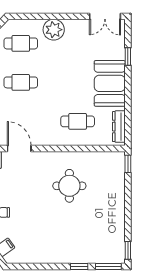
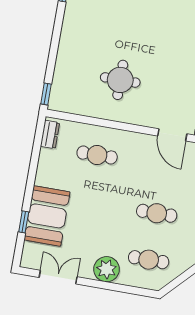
double door: (105, 16) -> (58, 277), moved
booth: (110, 83) -> (47, 216), moved
dresser: (119, 127) -> (50, 134), width x0.70

